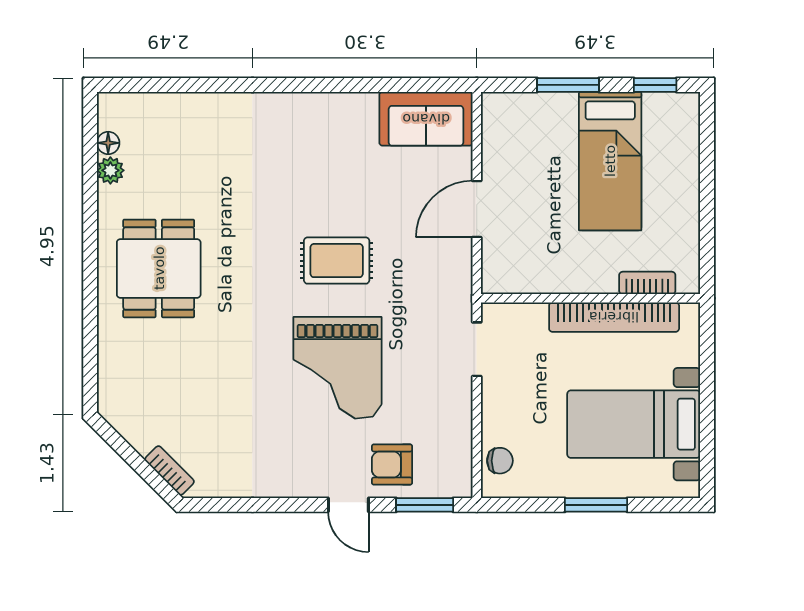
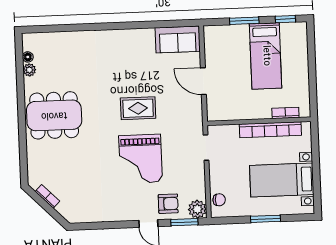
door: (477, 209) -> (203, 81), hinge flipped
dining table: (159, 268) -> (54, 115), width x1.37
armchair: (392, 465) -> (168, 204), turned 180
bookcase: (170, 471) -> (47, 196), moved
plant: (453, 479) -> (197, 209), added

